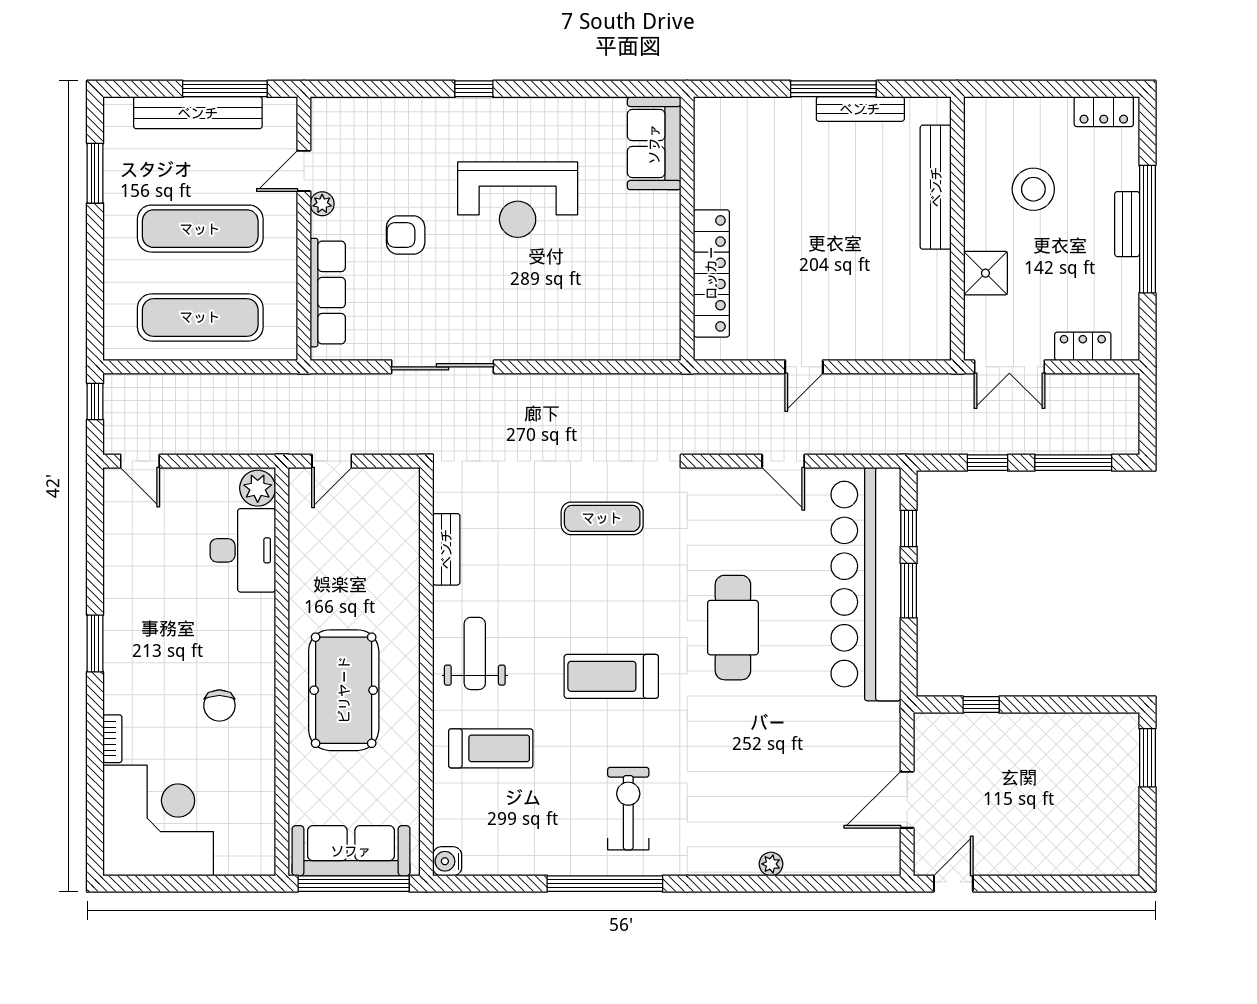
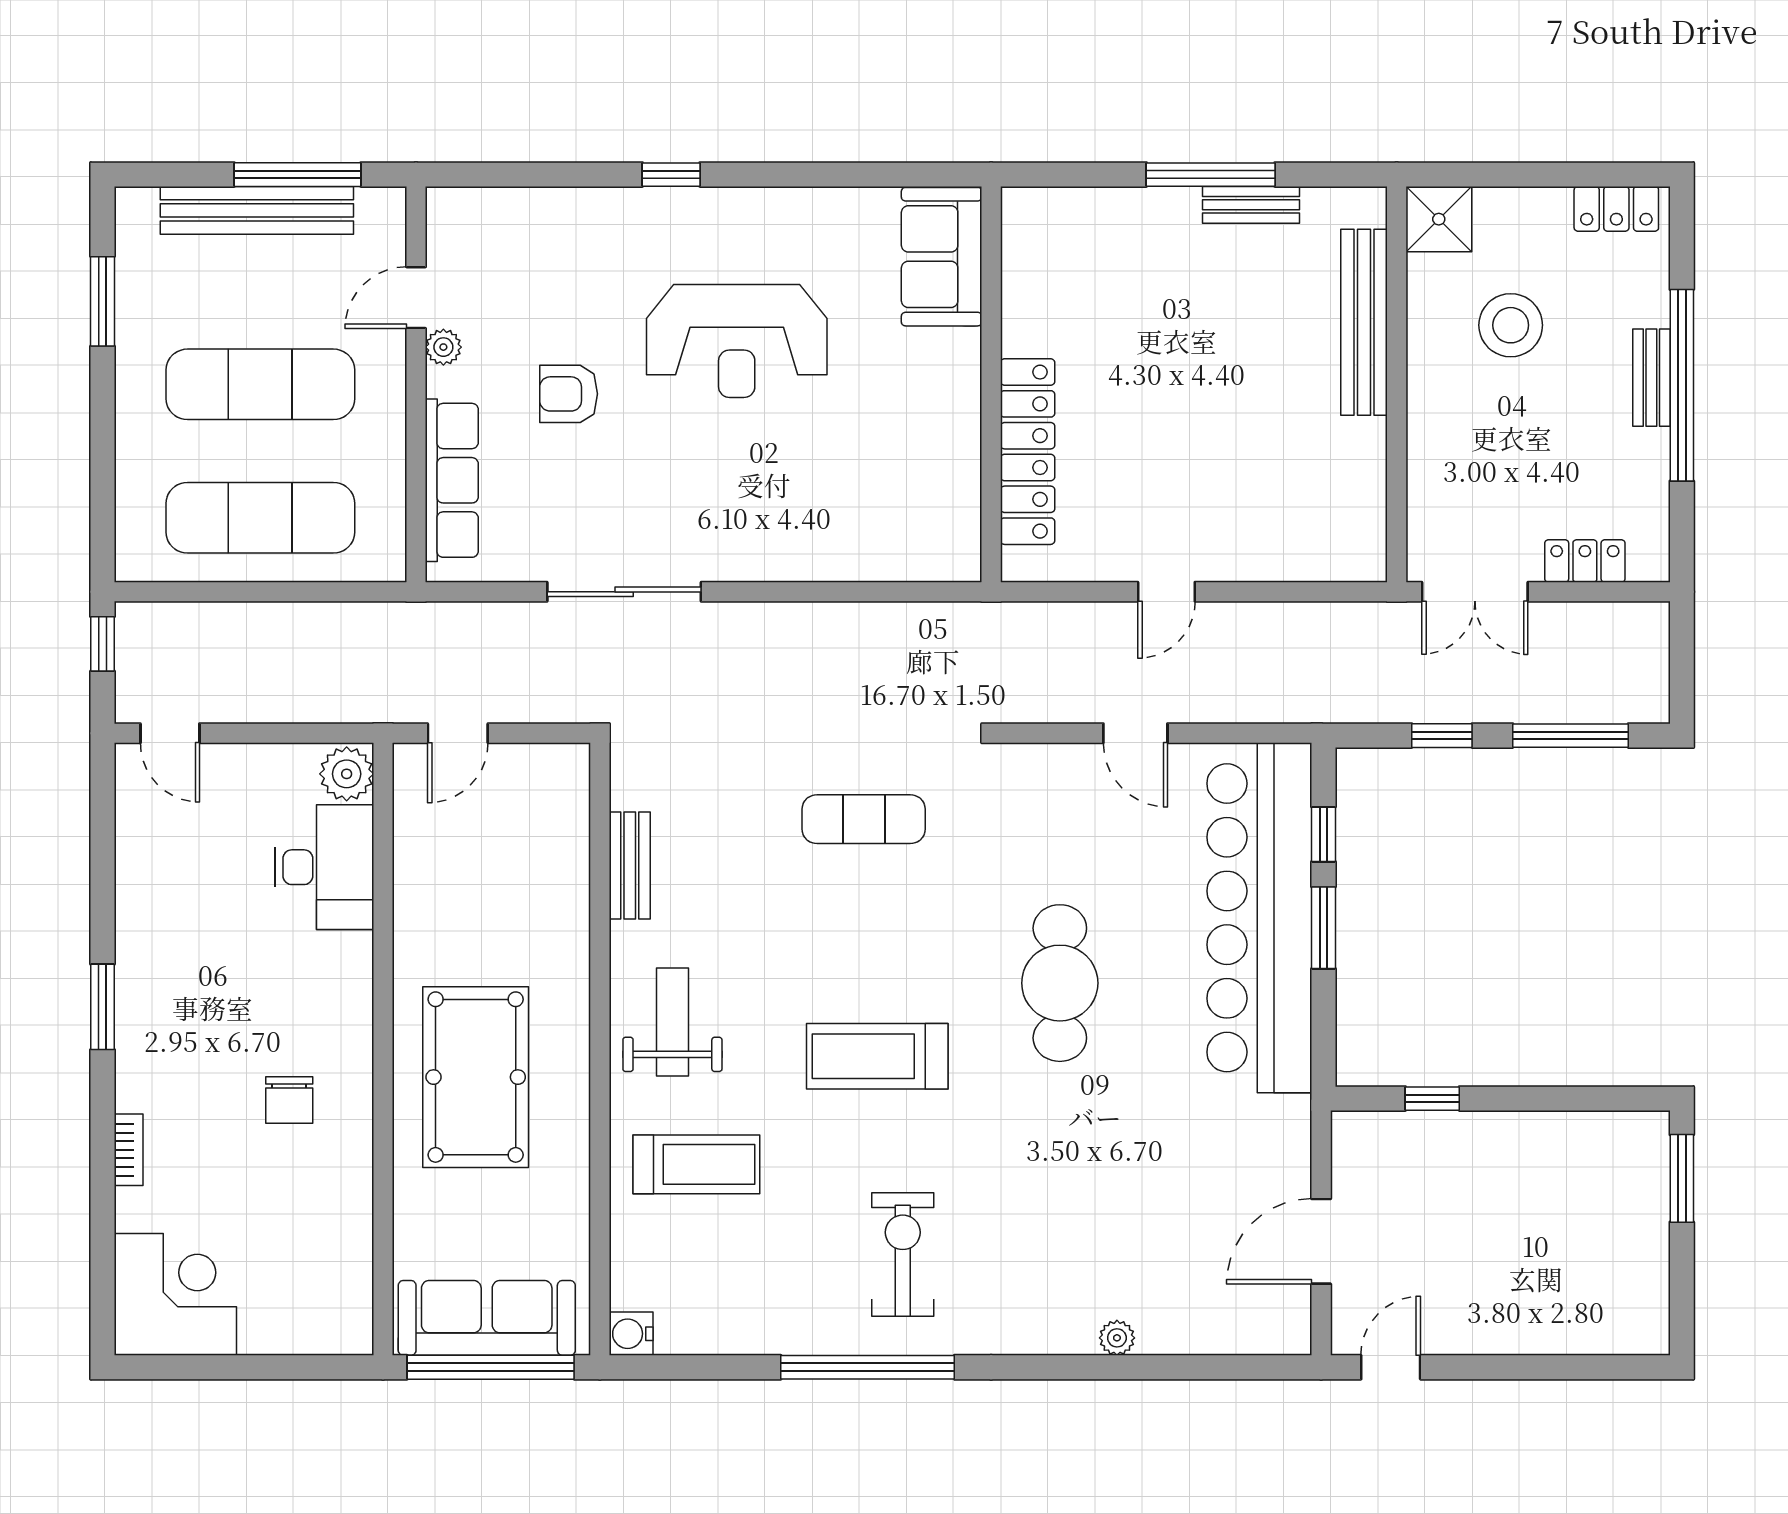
bench: (860, 109) -> (1251, 205), width x0.73
shower: (985, 273) -> (1439, 219), moved
corner desk: (158, 820) -> (175, 1294), width x0.74, depth x0.74

